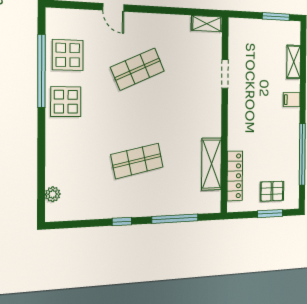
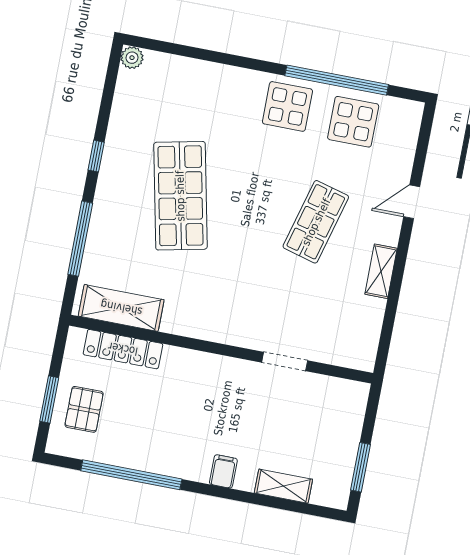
shelving: (207, 24) -> (381, 271), moved
shop shelf: (138, 69) -> (316, 222), turned 39
shop shelf: (137, 161) -> (180, 196), width x1.43, depth x1.36
shelving: (212, 164) -> (121, 308), moved
plant: (53, 194) -> (132, 58), moved

